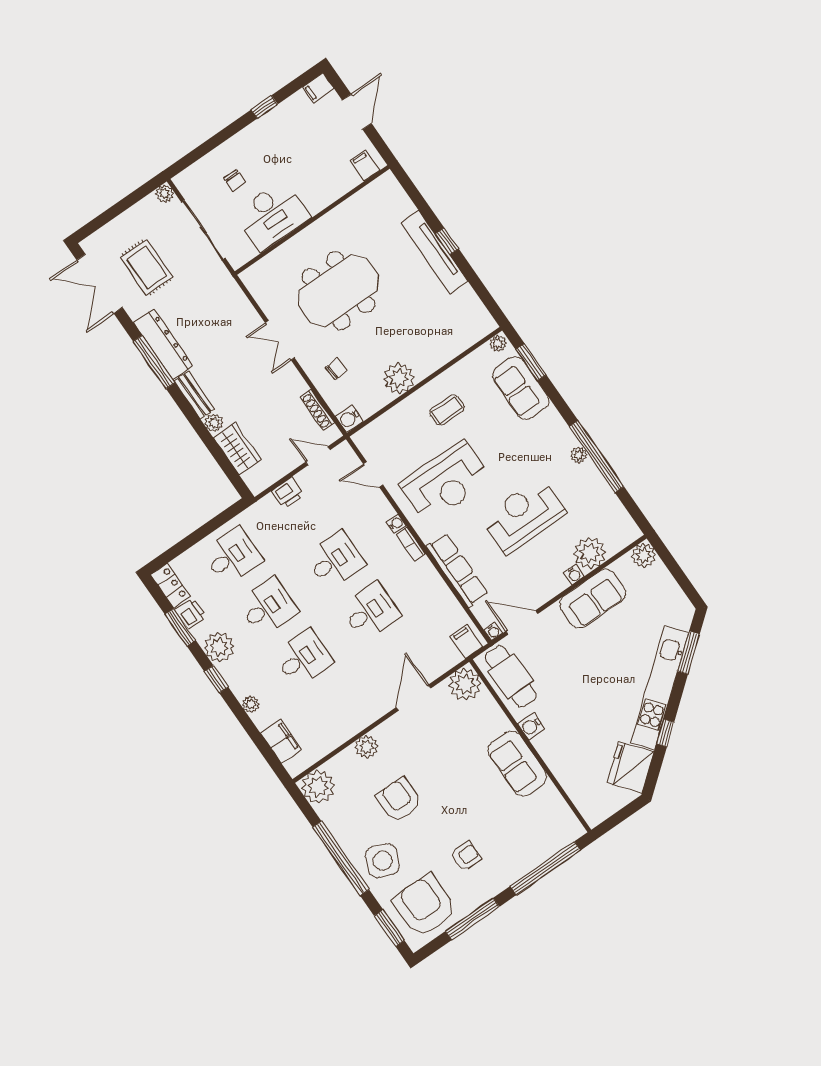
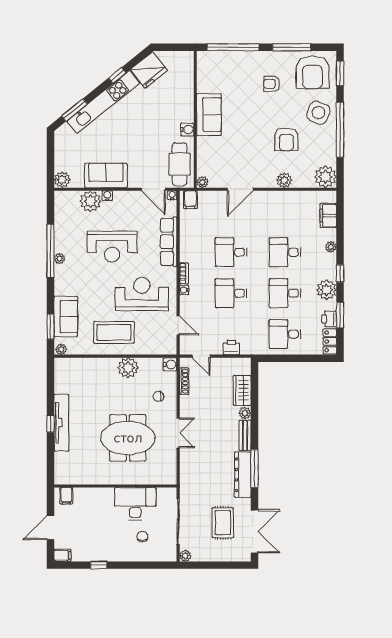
coffee table: (447, 410) -> (114, 332), width x1.86, depth x1.72
plant: (465, 684) -> (202, 182), width x0.53, depth x0.53

